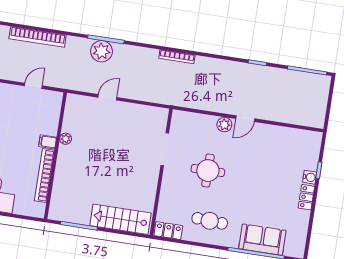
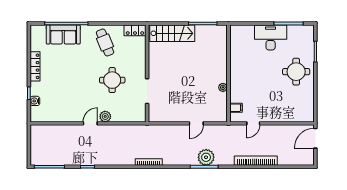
filing cabinet: (48, 142) -> (236, 108), moved
bookcase: (44, 176) -> (234, 57), removed
water cooler: (310, 177) -> (35, 101), moved
locker: (306, 197) -> (35, 66), width x1.53
cafe table: (210, 221) -> (105, 42), turned 65

